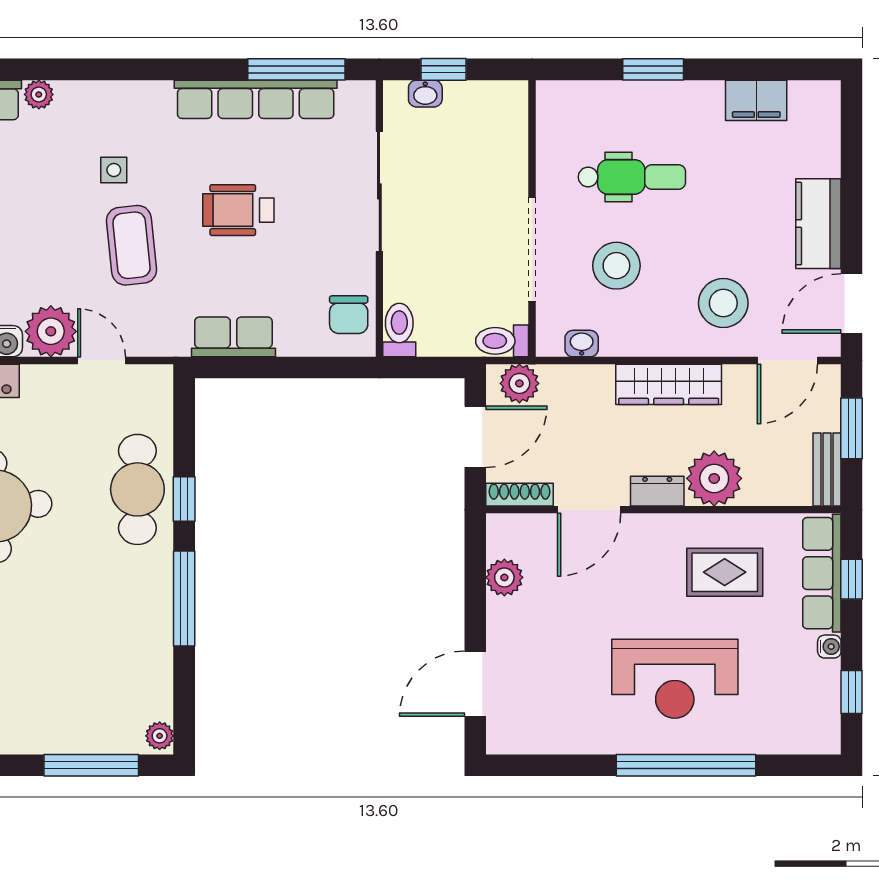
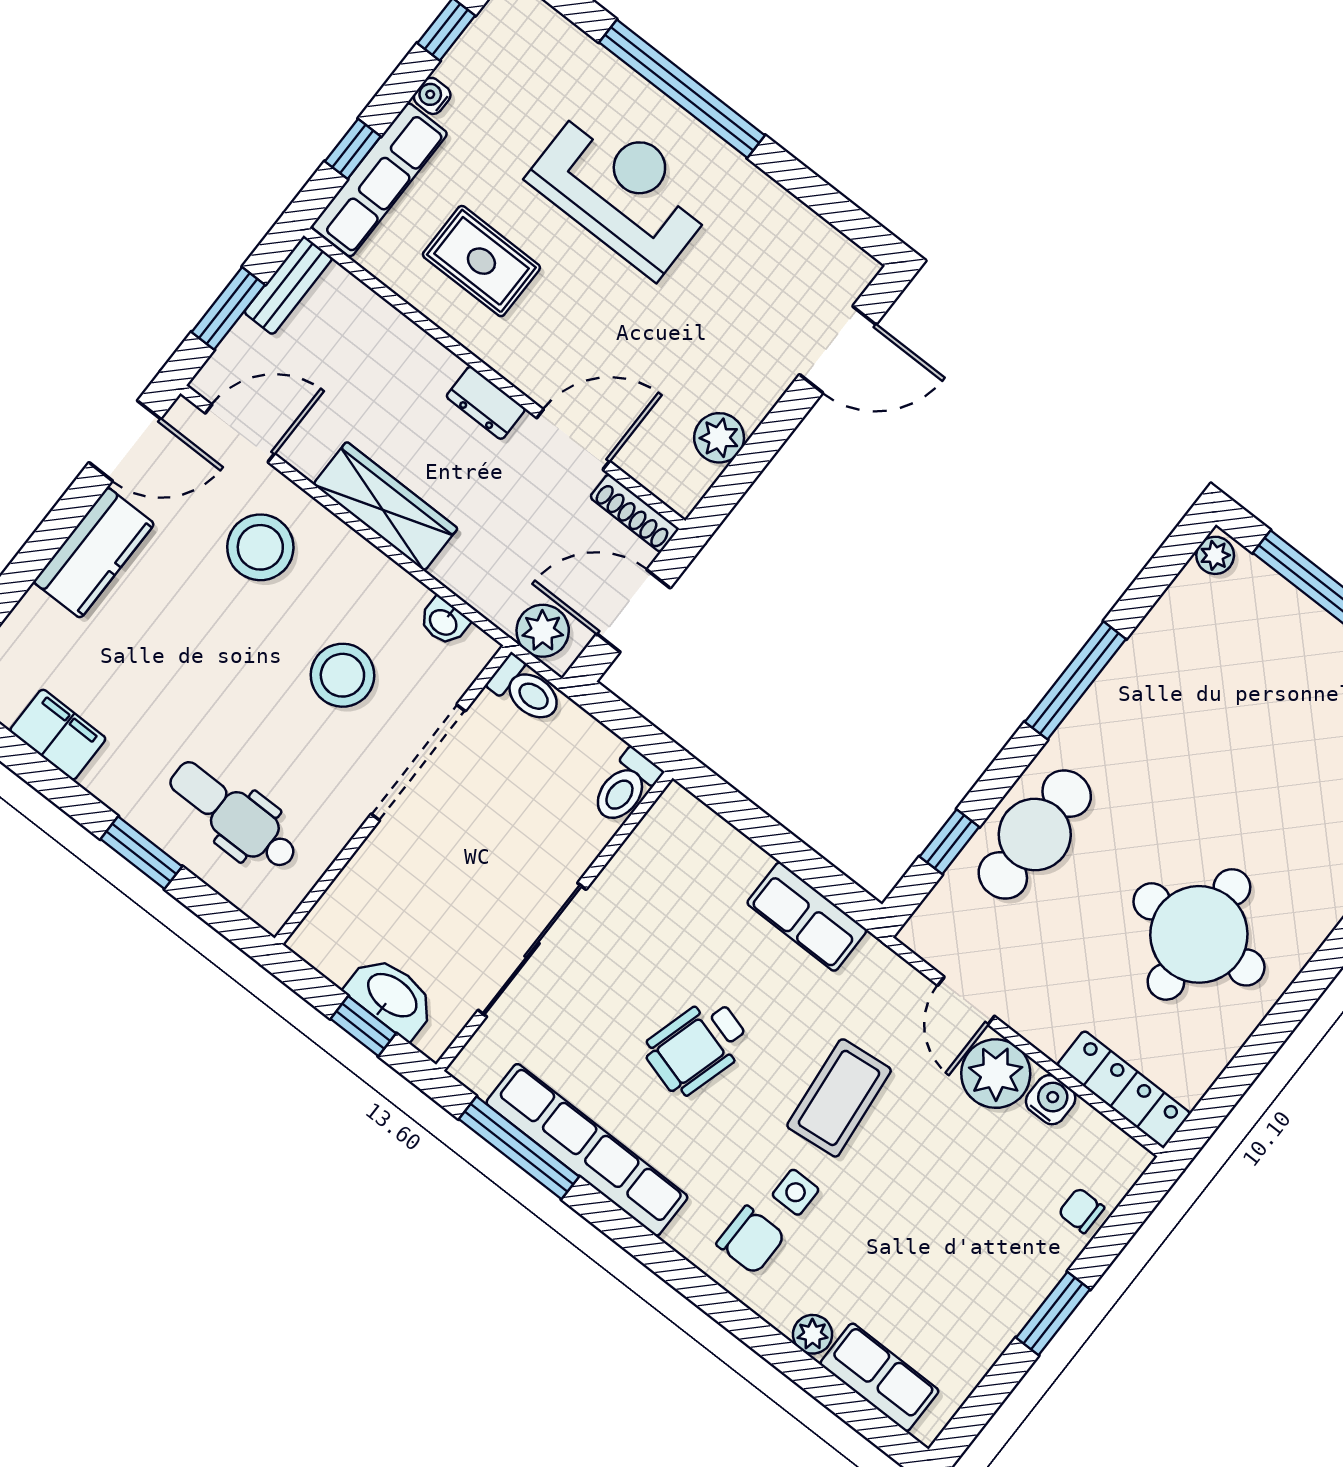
washbasin: (425, 94) -> (391, 996), width x1.91, depth x1.45
dental chair: (632, 177) -> (234, 816), moved
wheelchair: (238, 210) -> (697, 1047), turned 106
chair: (349, 315) -> (751, 1240), moved, turned 90
plant: (714, 478) -> (415, 369), removed
window: (184, 499) -> (949, 842), moved

